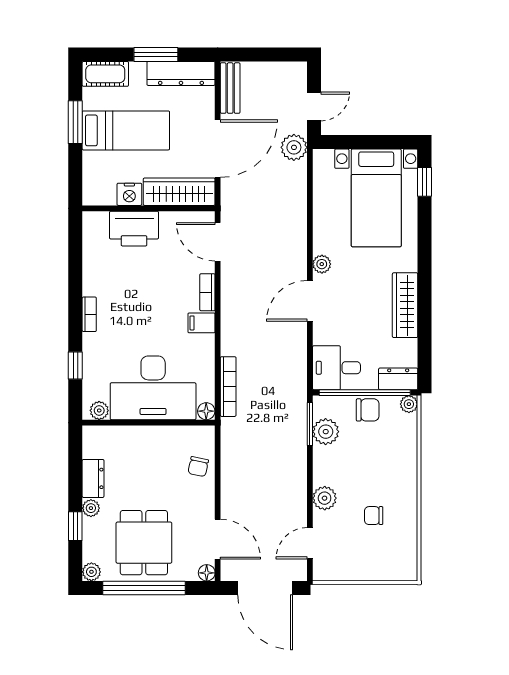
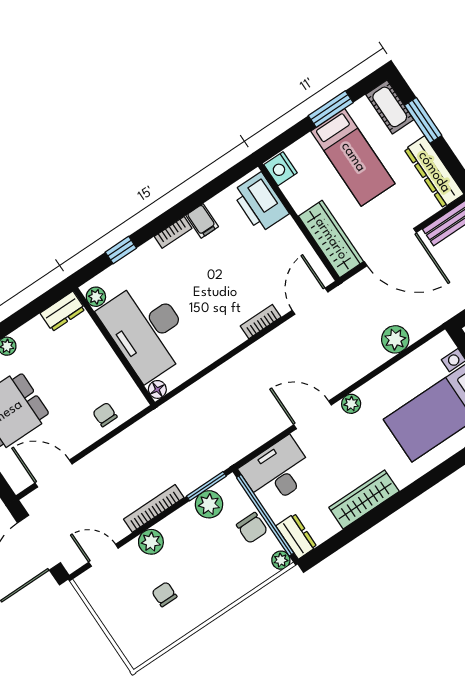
window: (156, 54) -> (423, 120), moved
plant: (294, 147) -> (395, 339), moved
nightstand: (129, 194) -> (280, 169), moved
printer: (134, 229) -> (260, 203), moved
filing cabinet: (201, 323) -> (202, 221), moved, turned 180
desk: (336, 368) -> (277, 472), width x1.37
bookcase: (228, 387) -> (154, 508), moved, turned 180
chair: (198, 467) -> (105, 415), turned 78
dresser: (93, 478) -> (63, 311), moved
door: (218, 539) -> (54, 474), swing flipped
floor lamp: (207, 573) -> (18, 483), removed

